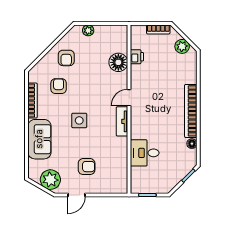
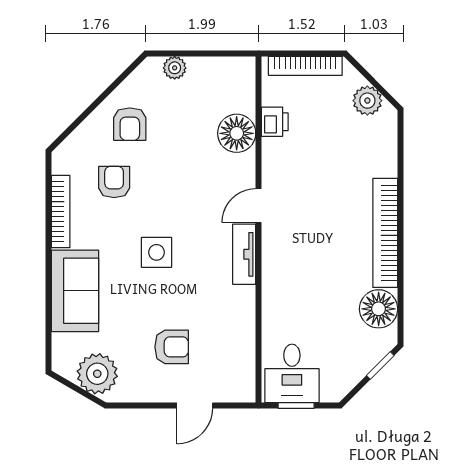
bookcase: (158, 29) -> (305, 66), width x1.56
floor lamp: (192, 144) -> (379, 309), width x1.89, depth x1.89
desk: (145, 153) -> (292, 373), moved, turned -90
door: (76, 195) -> (195, 405), moved

